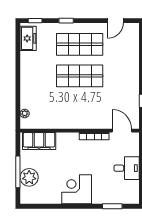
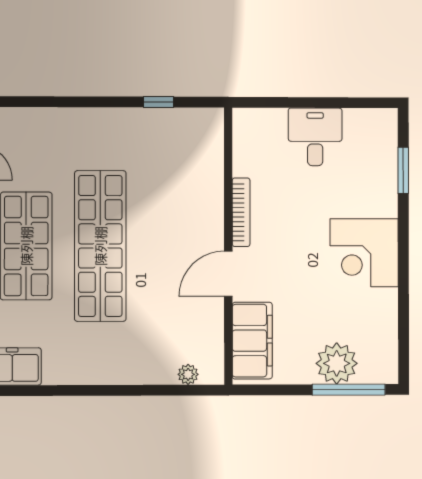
shop shelf: (80, 76) -> (100, 246), width x1.40
door: (122, 131) -> (228, 274), moved
window: (18, 172) -> (349, 390), moved

